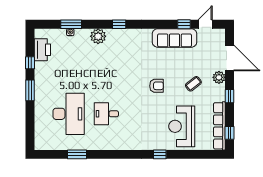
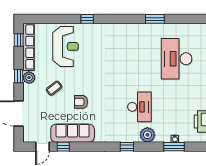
plant: (219, 77) -> (29, 78), moved
armchair: (157, 86) -> (81, 102), moved
desk: (106, 114) -> (139, 107), moved, width x1.37
window: (77, 154) -> (155, 19), moved

